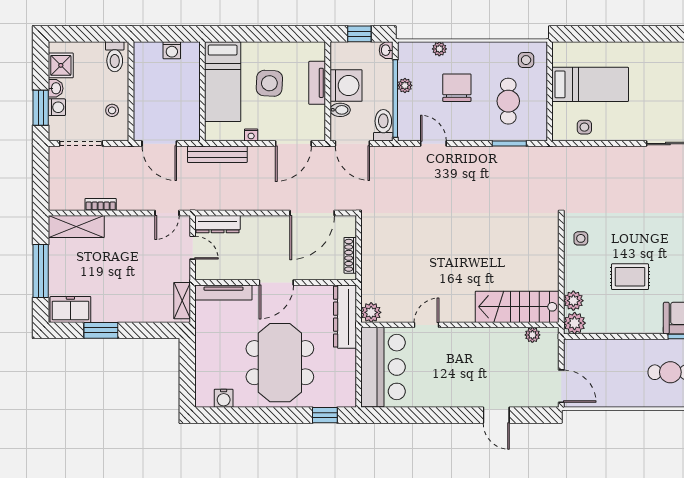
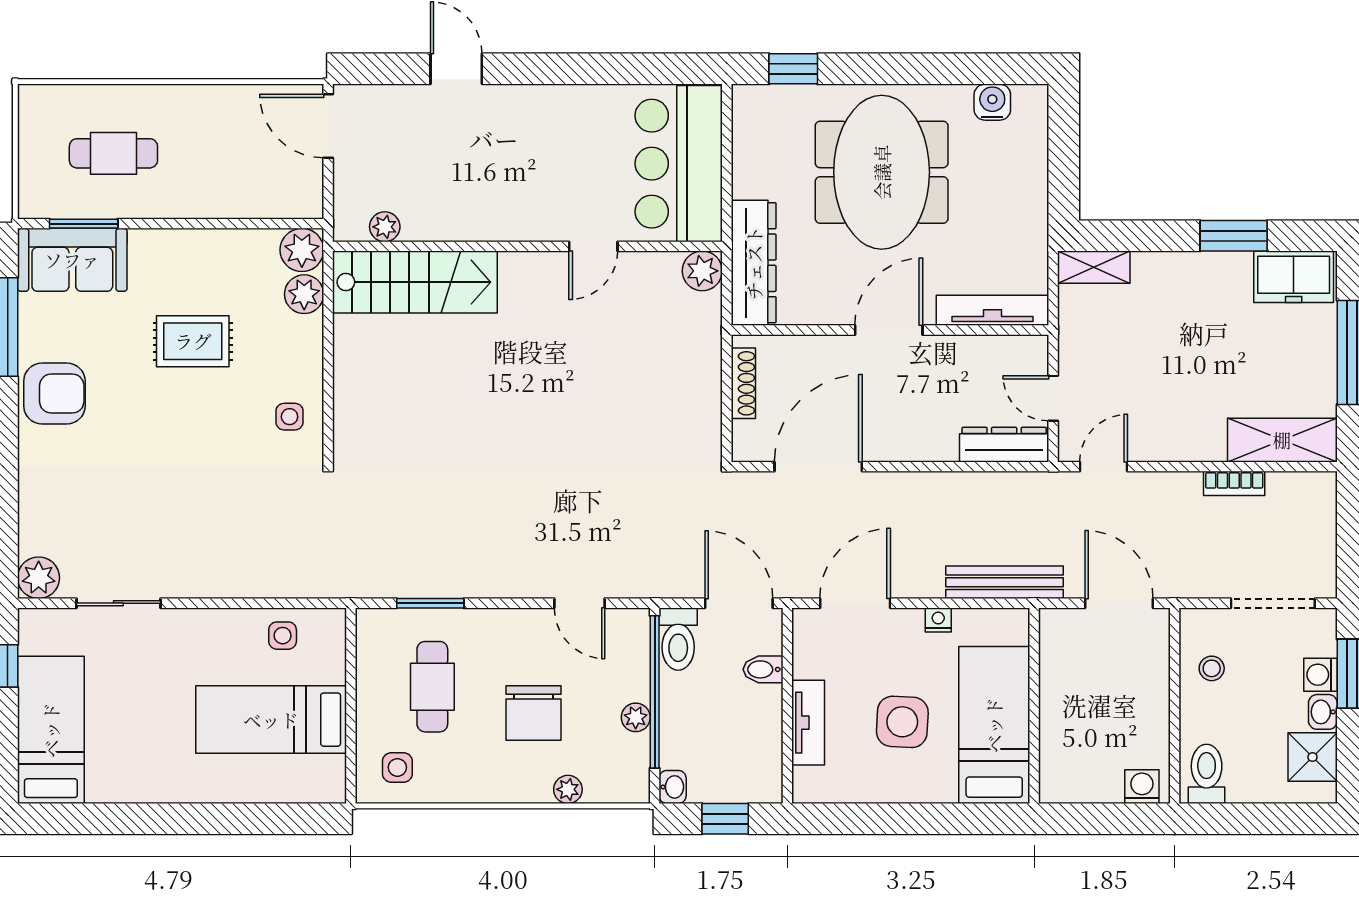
washing machine: (172, 50) -> (1142, 787), moved
washing machine: (346, 86) -> (752, 717), removed
shelving: (182, 301) -> (1094, 267), moved, turned 90

